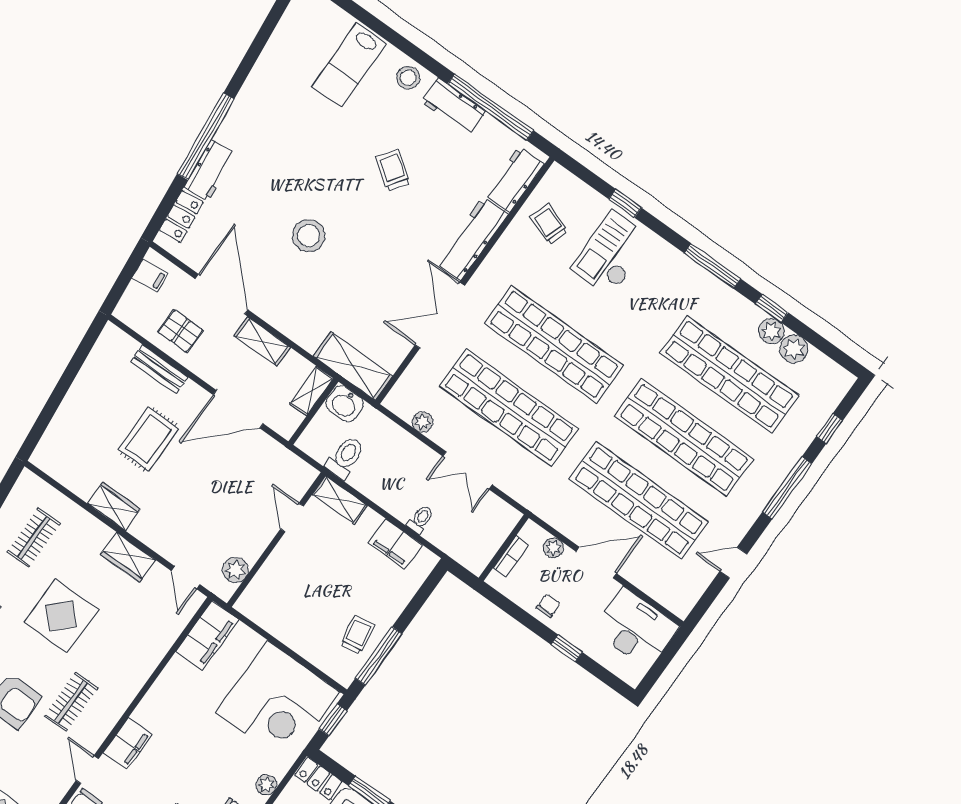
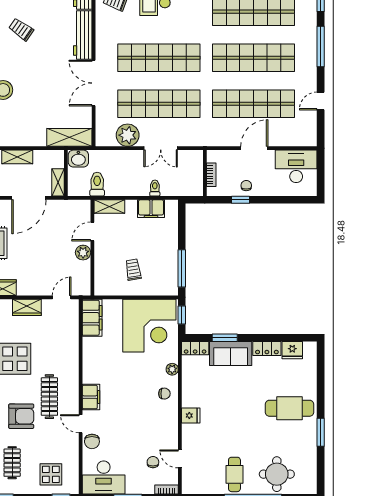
shelving: (312, 391) -> (58, 182), moved
plant: (423, 422) -> (128, 135), width x1.88, depth x1.88
door: (292, 518) -> (92, 232), hinge flipped
plant: (553, 548) -> (229, 156), removed
plant: (235, 570) -> (83, 253), moved
door: (186, 578) -> (62, 297), swing flipped
trolley: (357, 635) -> (133, 270), moved
window: (567, 648) -> (240, 200), moved
clothes rail: (71, 702) -> (49, 397), width x1.36

